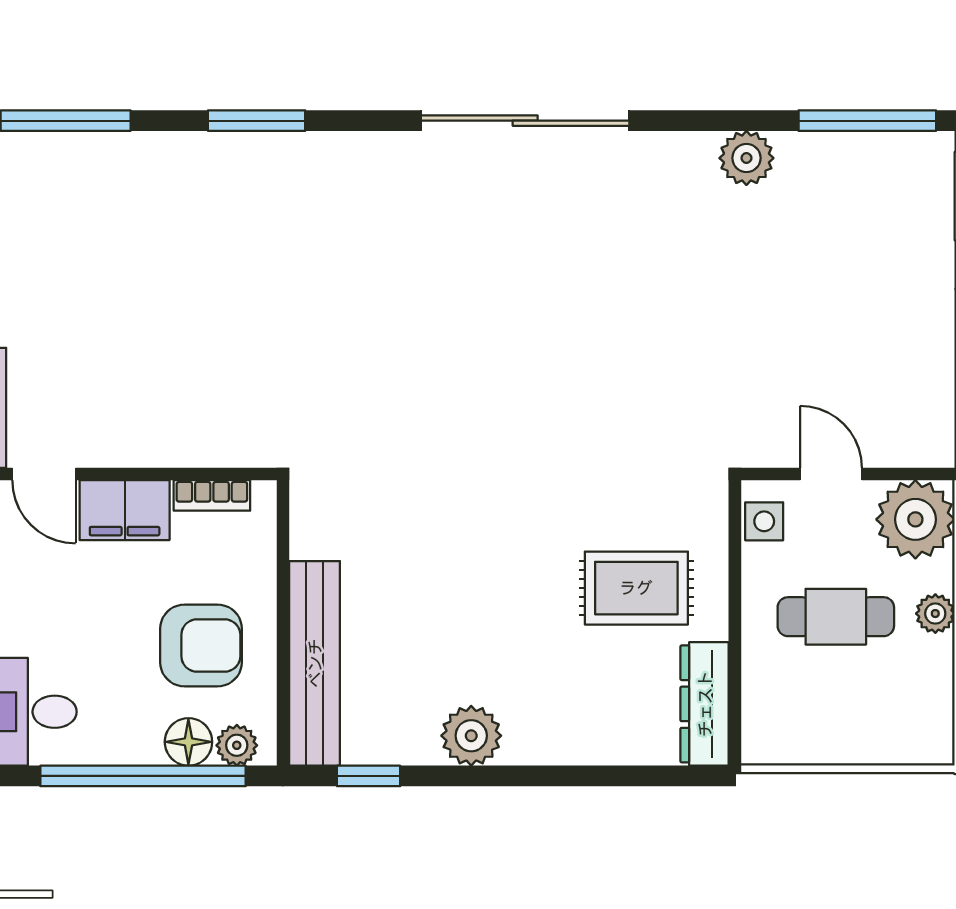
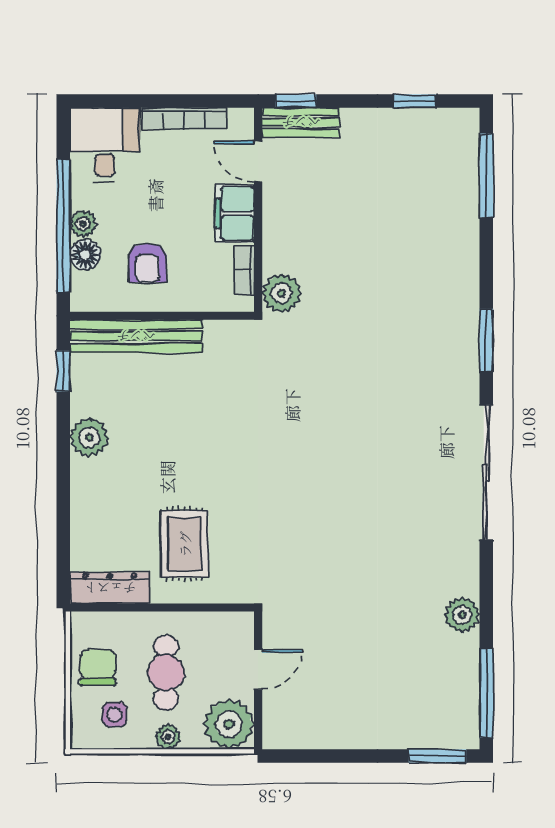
window: (257, 121) -> (486, 340), moved
plant: (248, 438) -> (282, 293), added
door: (44, 474) -> (258, 161), hinge flipped
side table: (764, 521) -> (114, 715), moved
armchair: (201, 645) -> (147, 263), width x0.72, depth x0.72
chair: (828, 722) -> (98, 667), added
plant: (237, 745) -> (83, 224), moved

